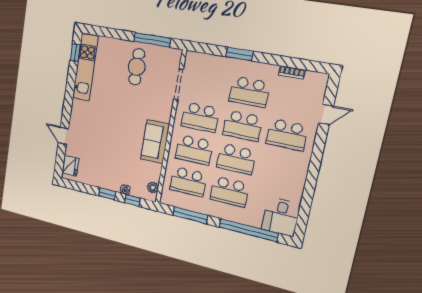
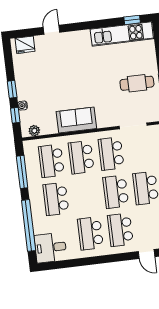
school desk: (236, 159) -> (90, 233), moved

